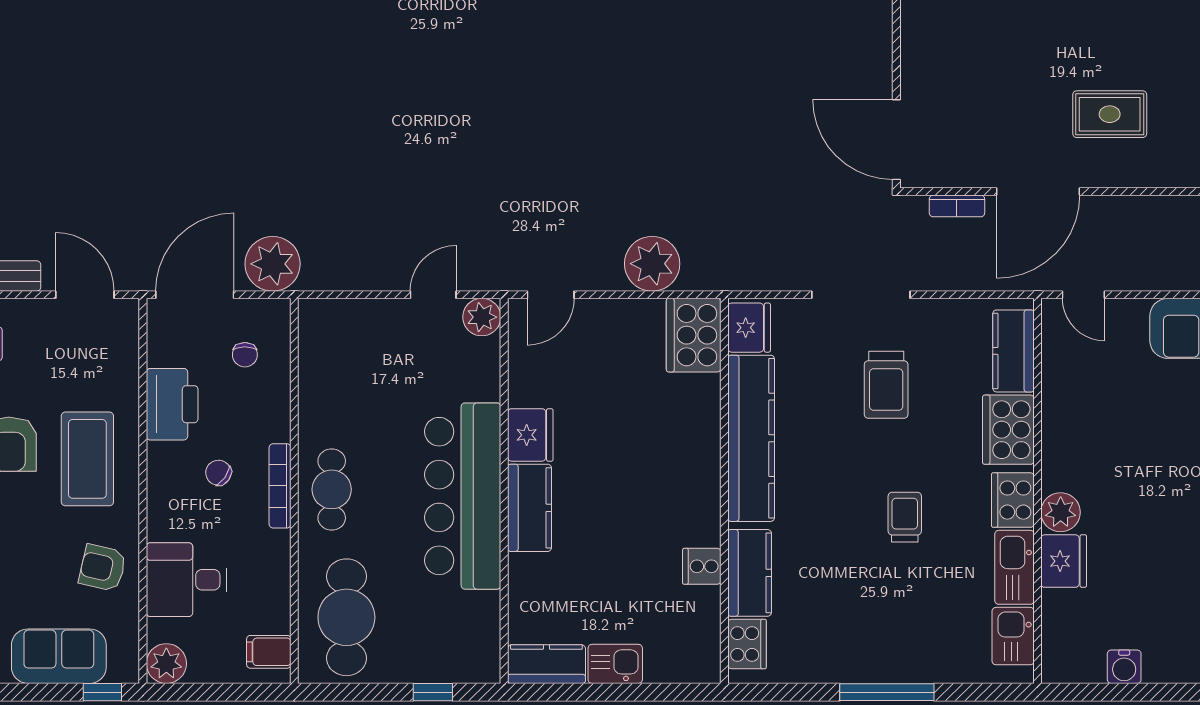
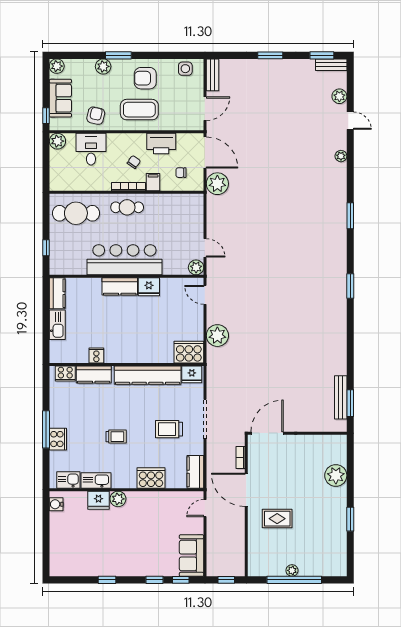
rug: (1110, 114) -> (277, 519), turned 90
kitchen counter: (1013, 351) -> (195, 472), moved, turned -90
cooker: (1013, 500) -> (58, 439), moved, turned 90
filing cabinet: (269, 652) -> (153, 182), moved
kitchen sink: (615, 664) -> (57, 325), width x1.38
water cooler: (1124, 667) -> (56, 504), moved

